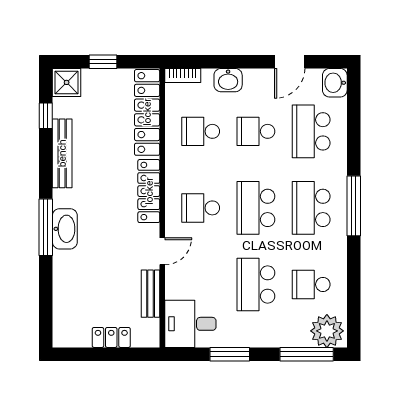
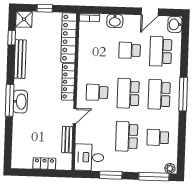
school desk: (201, 131) -> (98, 49), removed
plant: (327, 331) -> (170, 168), width x0.53, depth x0.53

